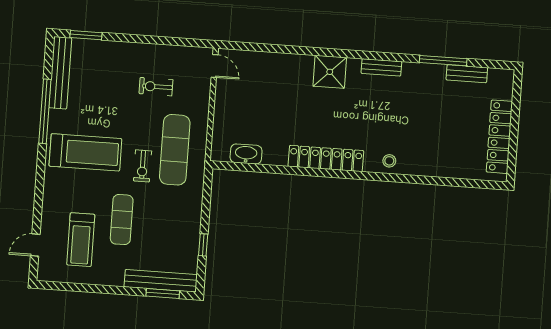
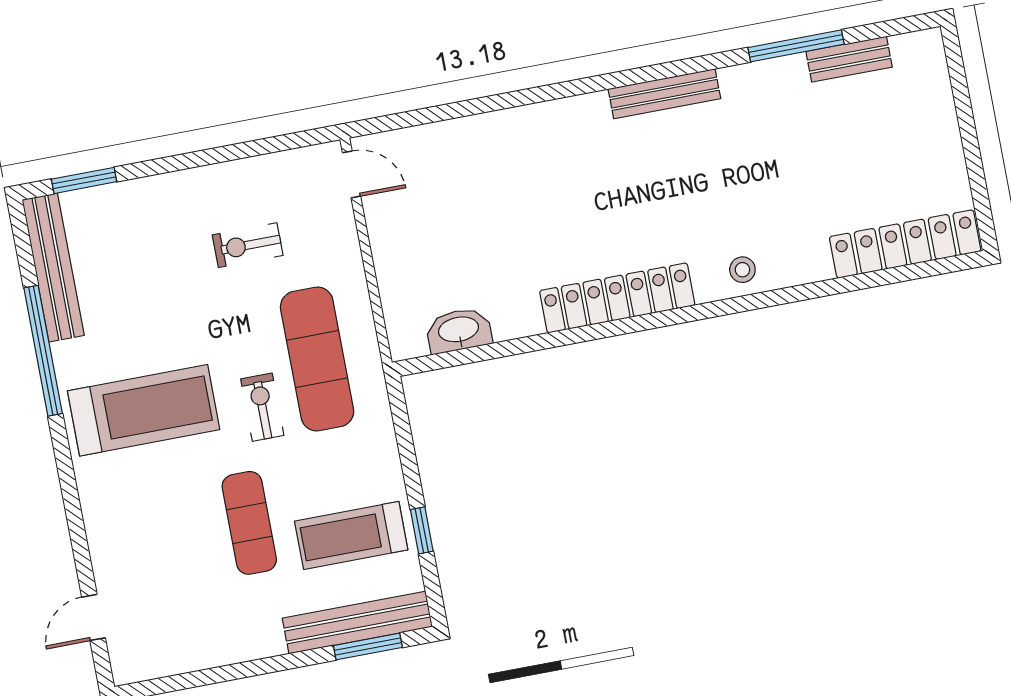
bench: (381, 67) -> (664, 94), width x1.36
shower: (330, 72) -> (580, 126), removed
locker: (499, 137) -> (905, 244), moved, turned 90
exercise bike: (142, 166) -> (262, 407), turned 180
treadmill: (81, 240) -> (351, 535), moved, turned 90

